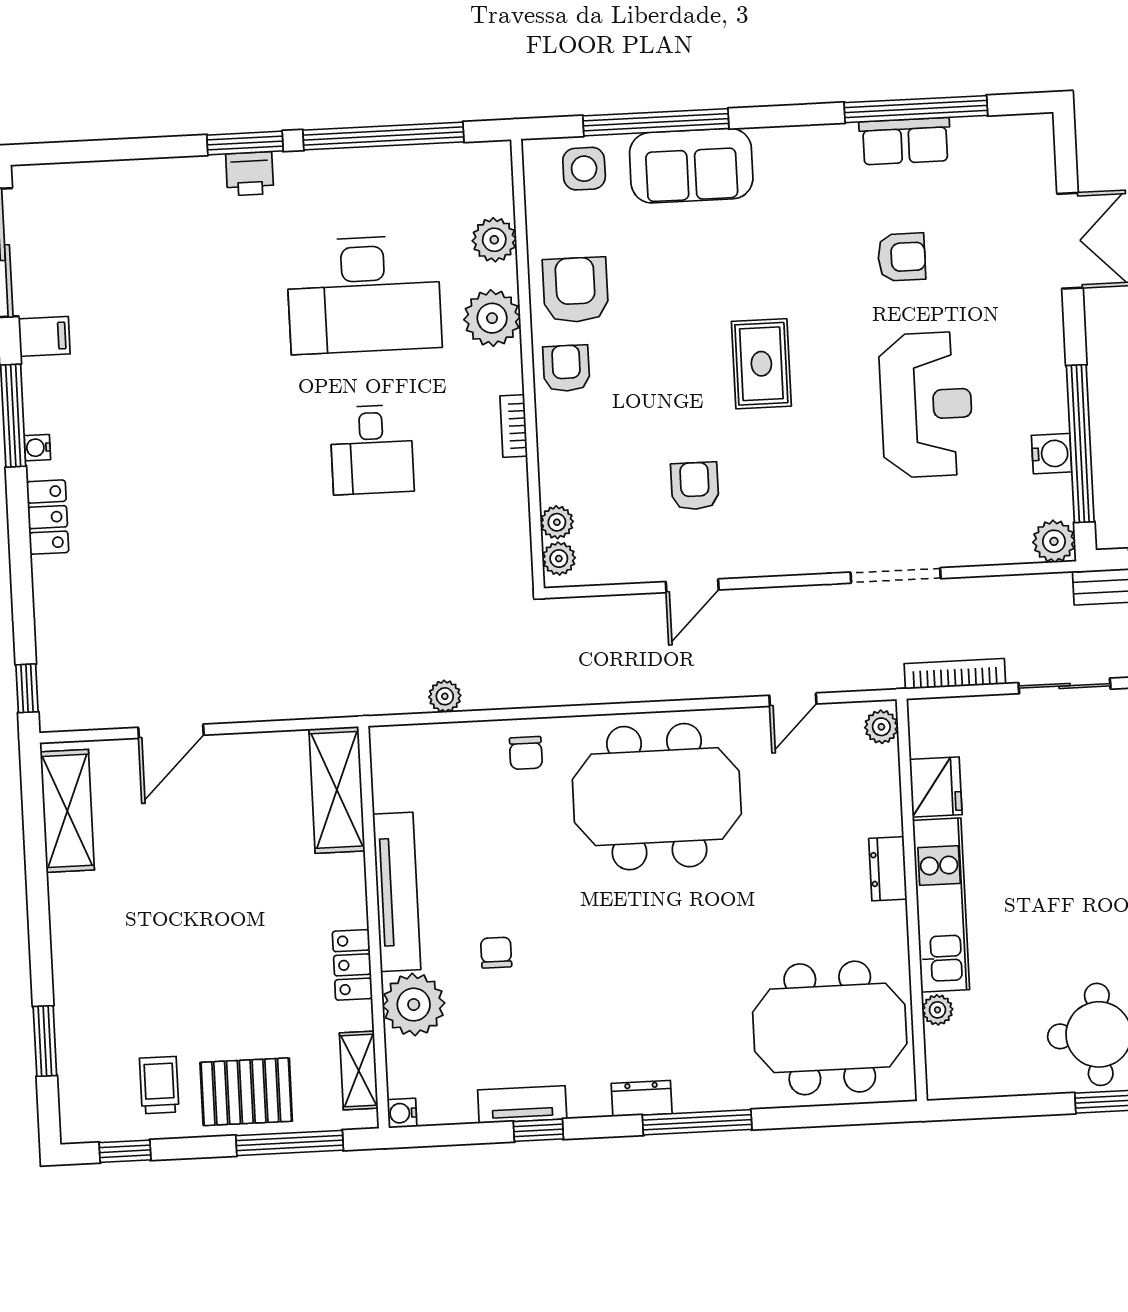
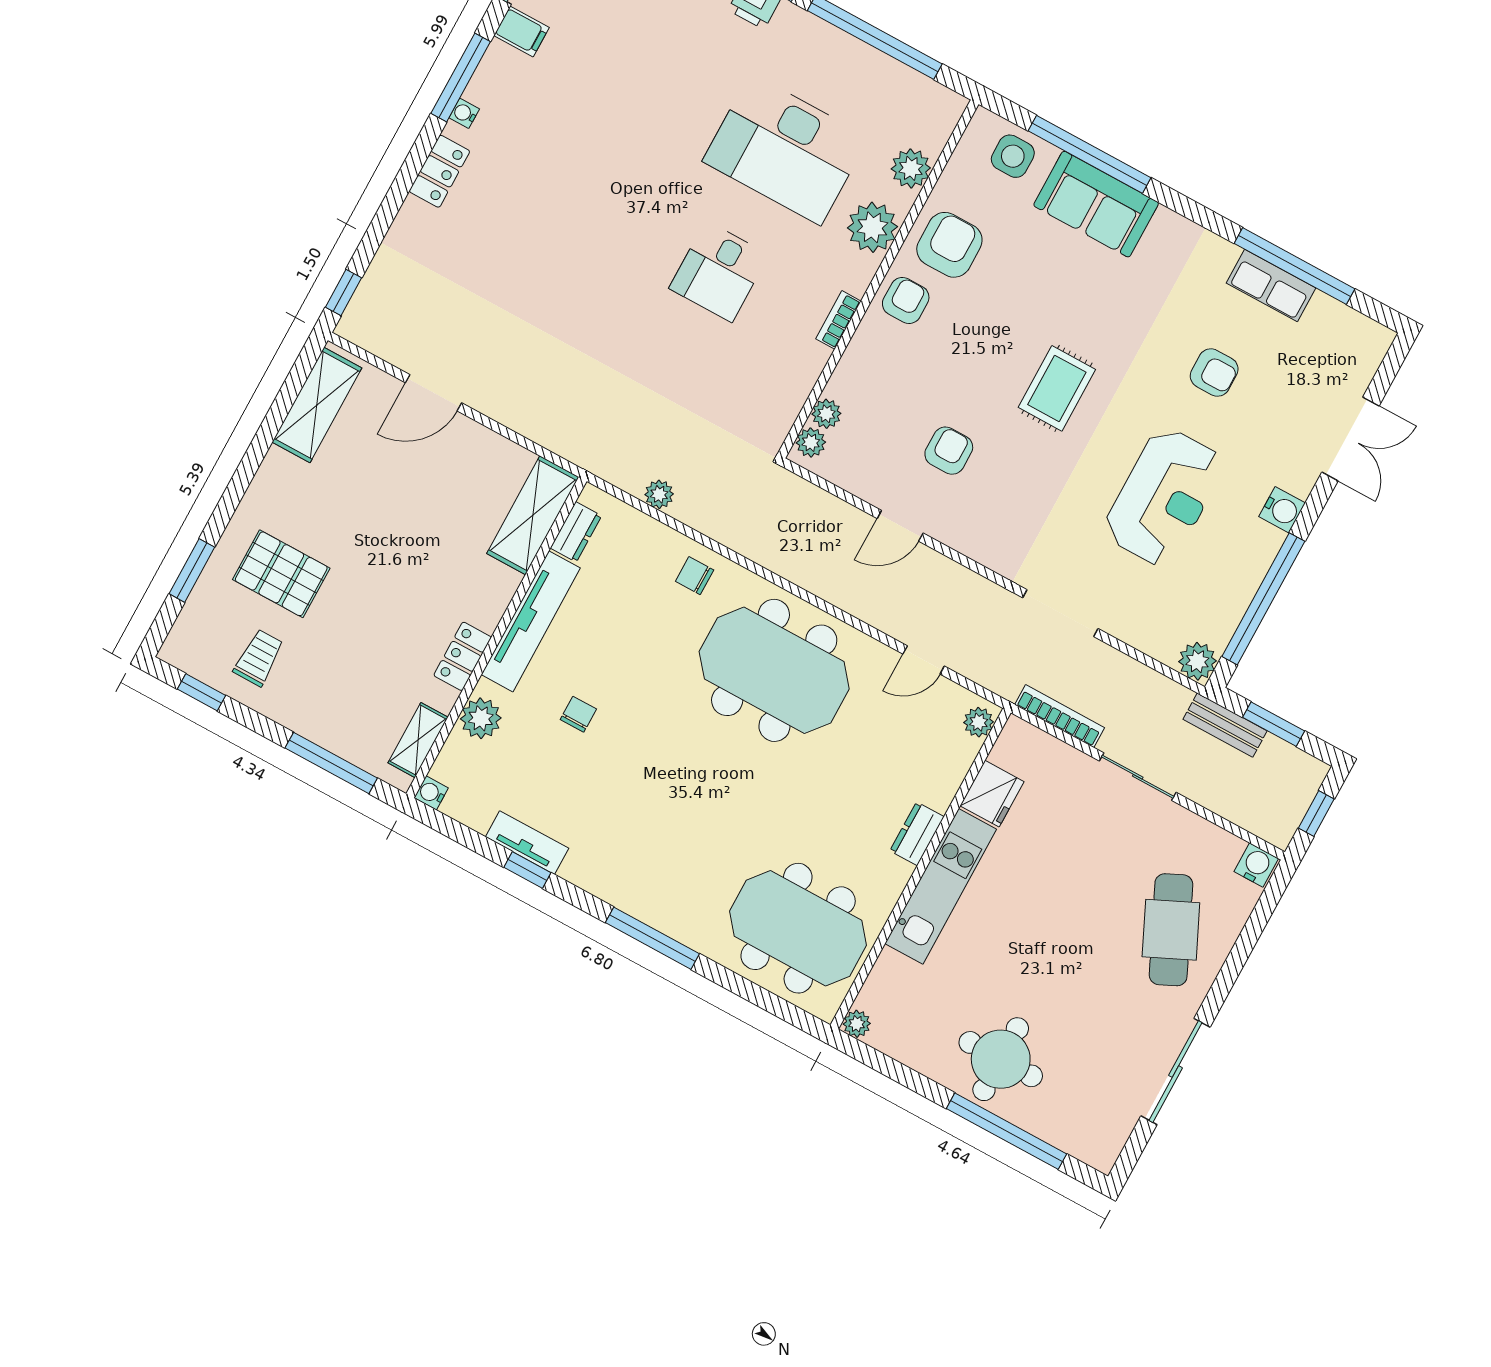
water cooler: (1052, 454) -> (1282, 510), moved
chair: (526, 753) -> (695, 576), turned 90
plant: (414, 1005) -> (481, 718), width x0.73, depth x0.73
plant: (937, 1010) -> (857, 1024), moved
pallet: (246, 1092) -> (281, 574), moved
dresser: (642, 1098) -> (576, 532), moved, turned 90

